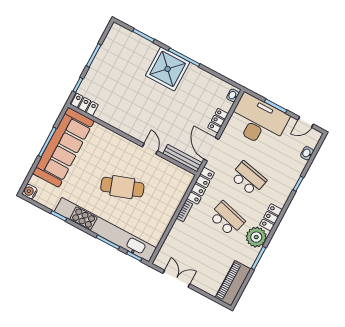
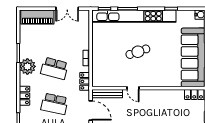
locker: (201, 186) -> (85, 81), width x0.66
cafe table: (122, 187) -> (138, 52), width x0.73, depth x0.74
locker: (271, 217) -> (25, 96), moved
piano: (233, 283) -> (37, 17), moved, turned 90

